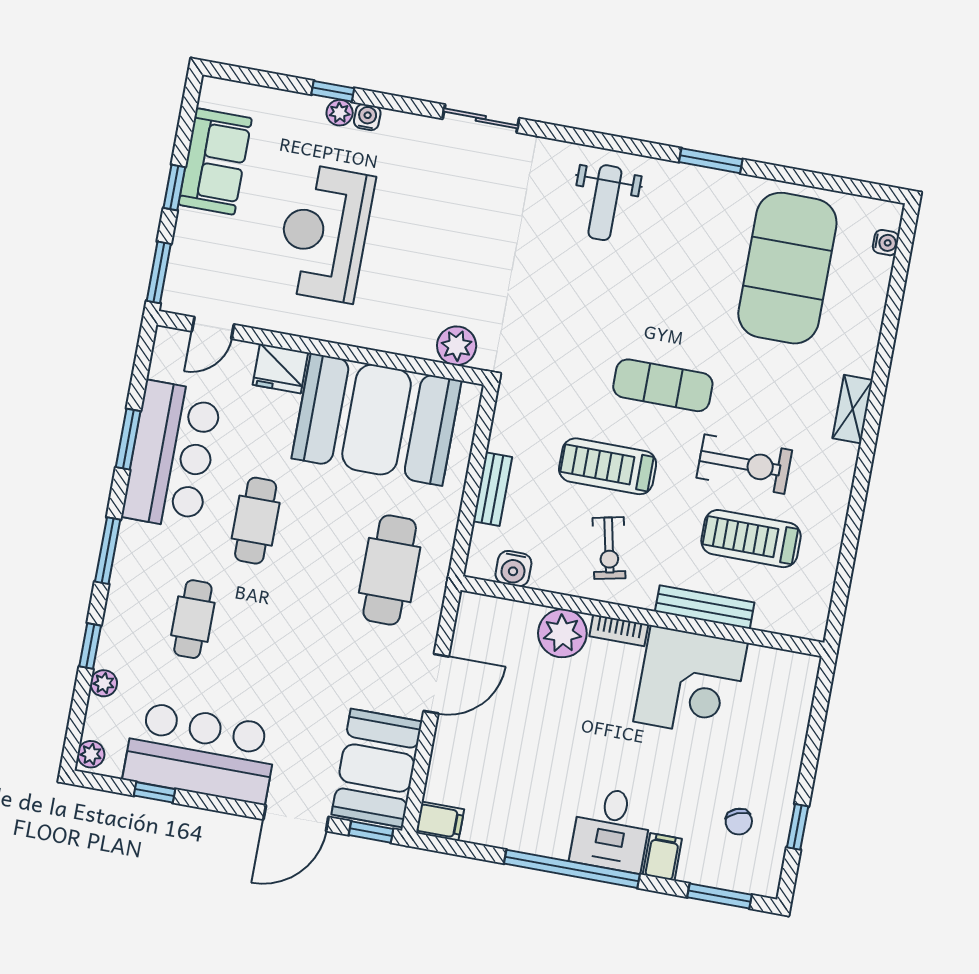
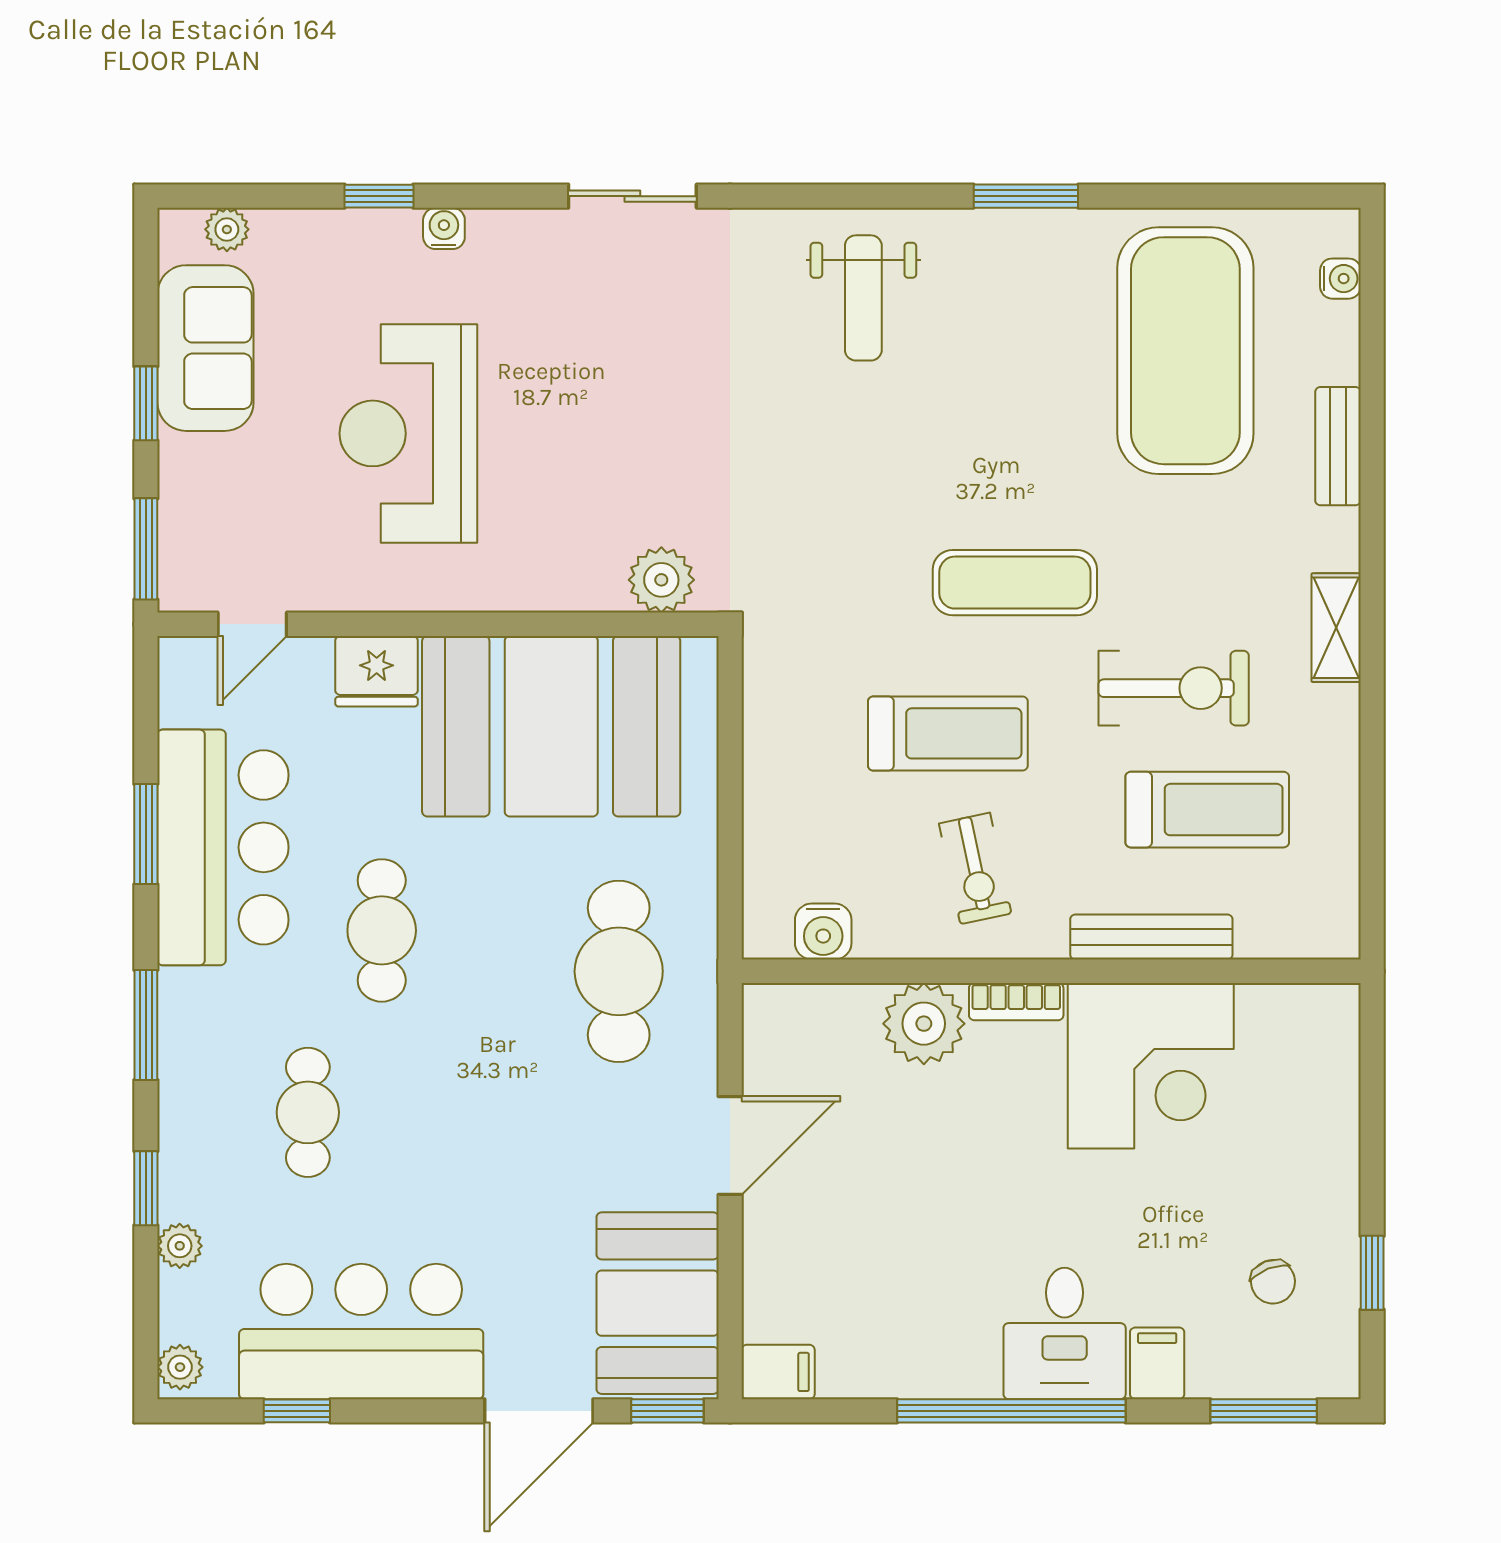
plant: (340, 113) -> (227, 229), moved
shelving: (853, 409) -> (1336, 628), moved
treadmill: (608, 466) -> (948, 733), turned 180
bench: (493, 489) -> (1338, 446), moved
treadmill: (751, 539) -> (1207, 810), turned 180

